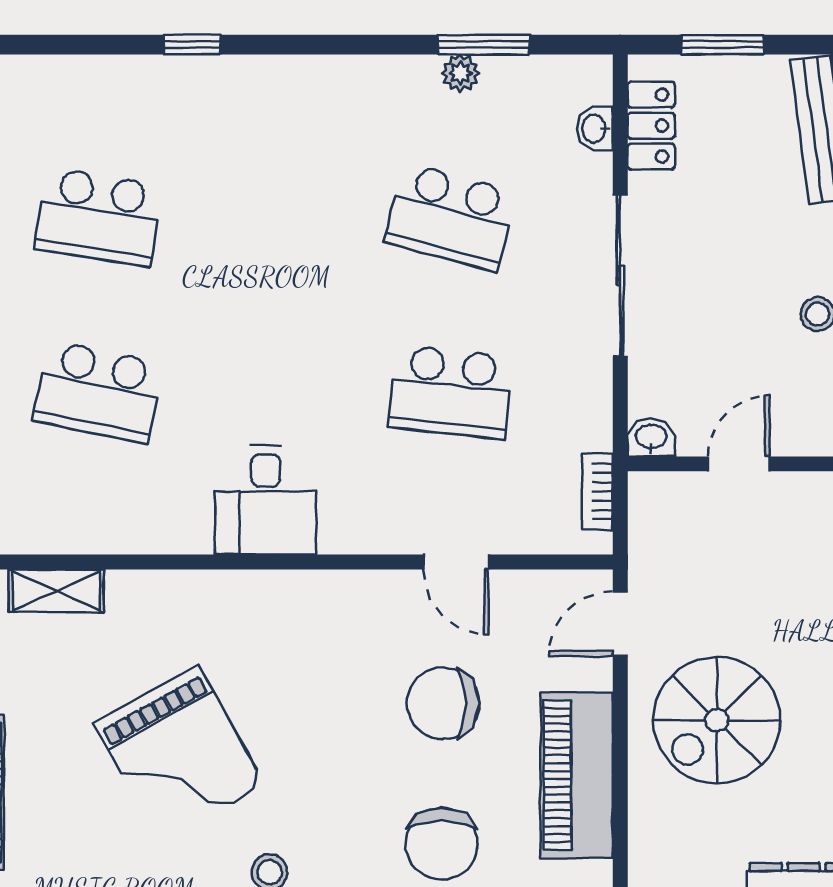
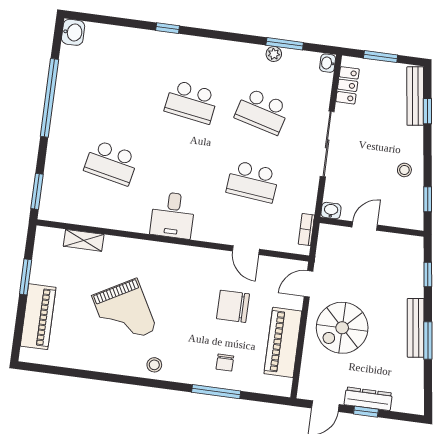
washbasin: (595, 129) -> (328, 63), moved
school desk: (98, 217) -> (191, 102), moved
chair: (442, 844) -> (225, 363), width x0.54, depth x0.54

